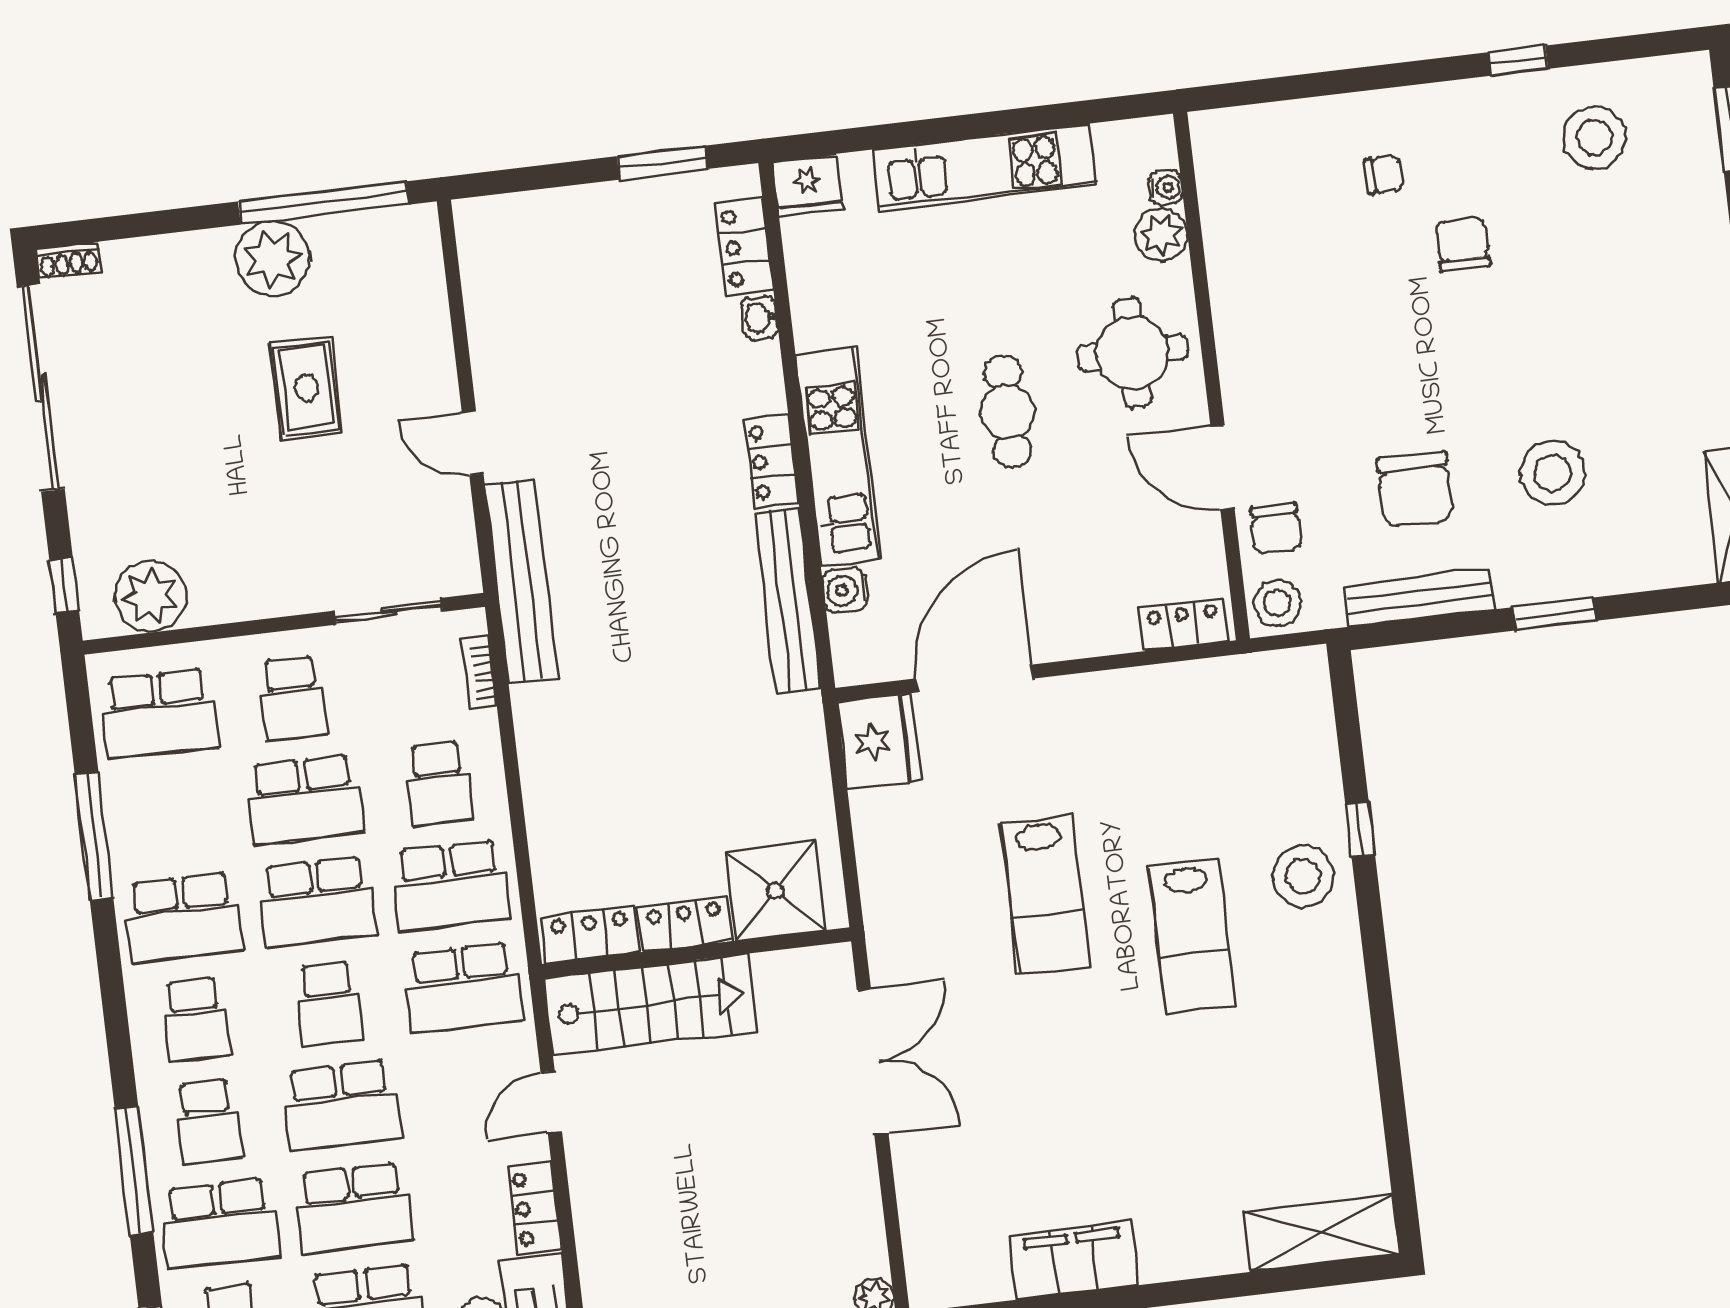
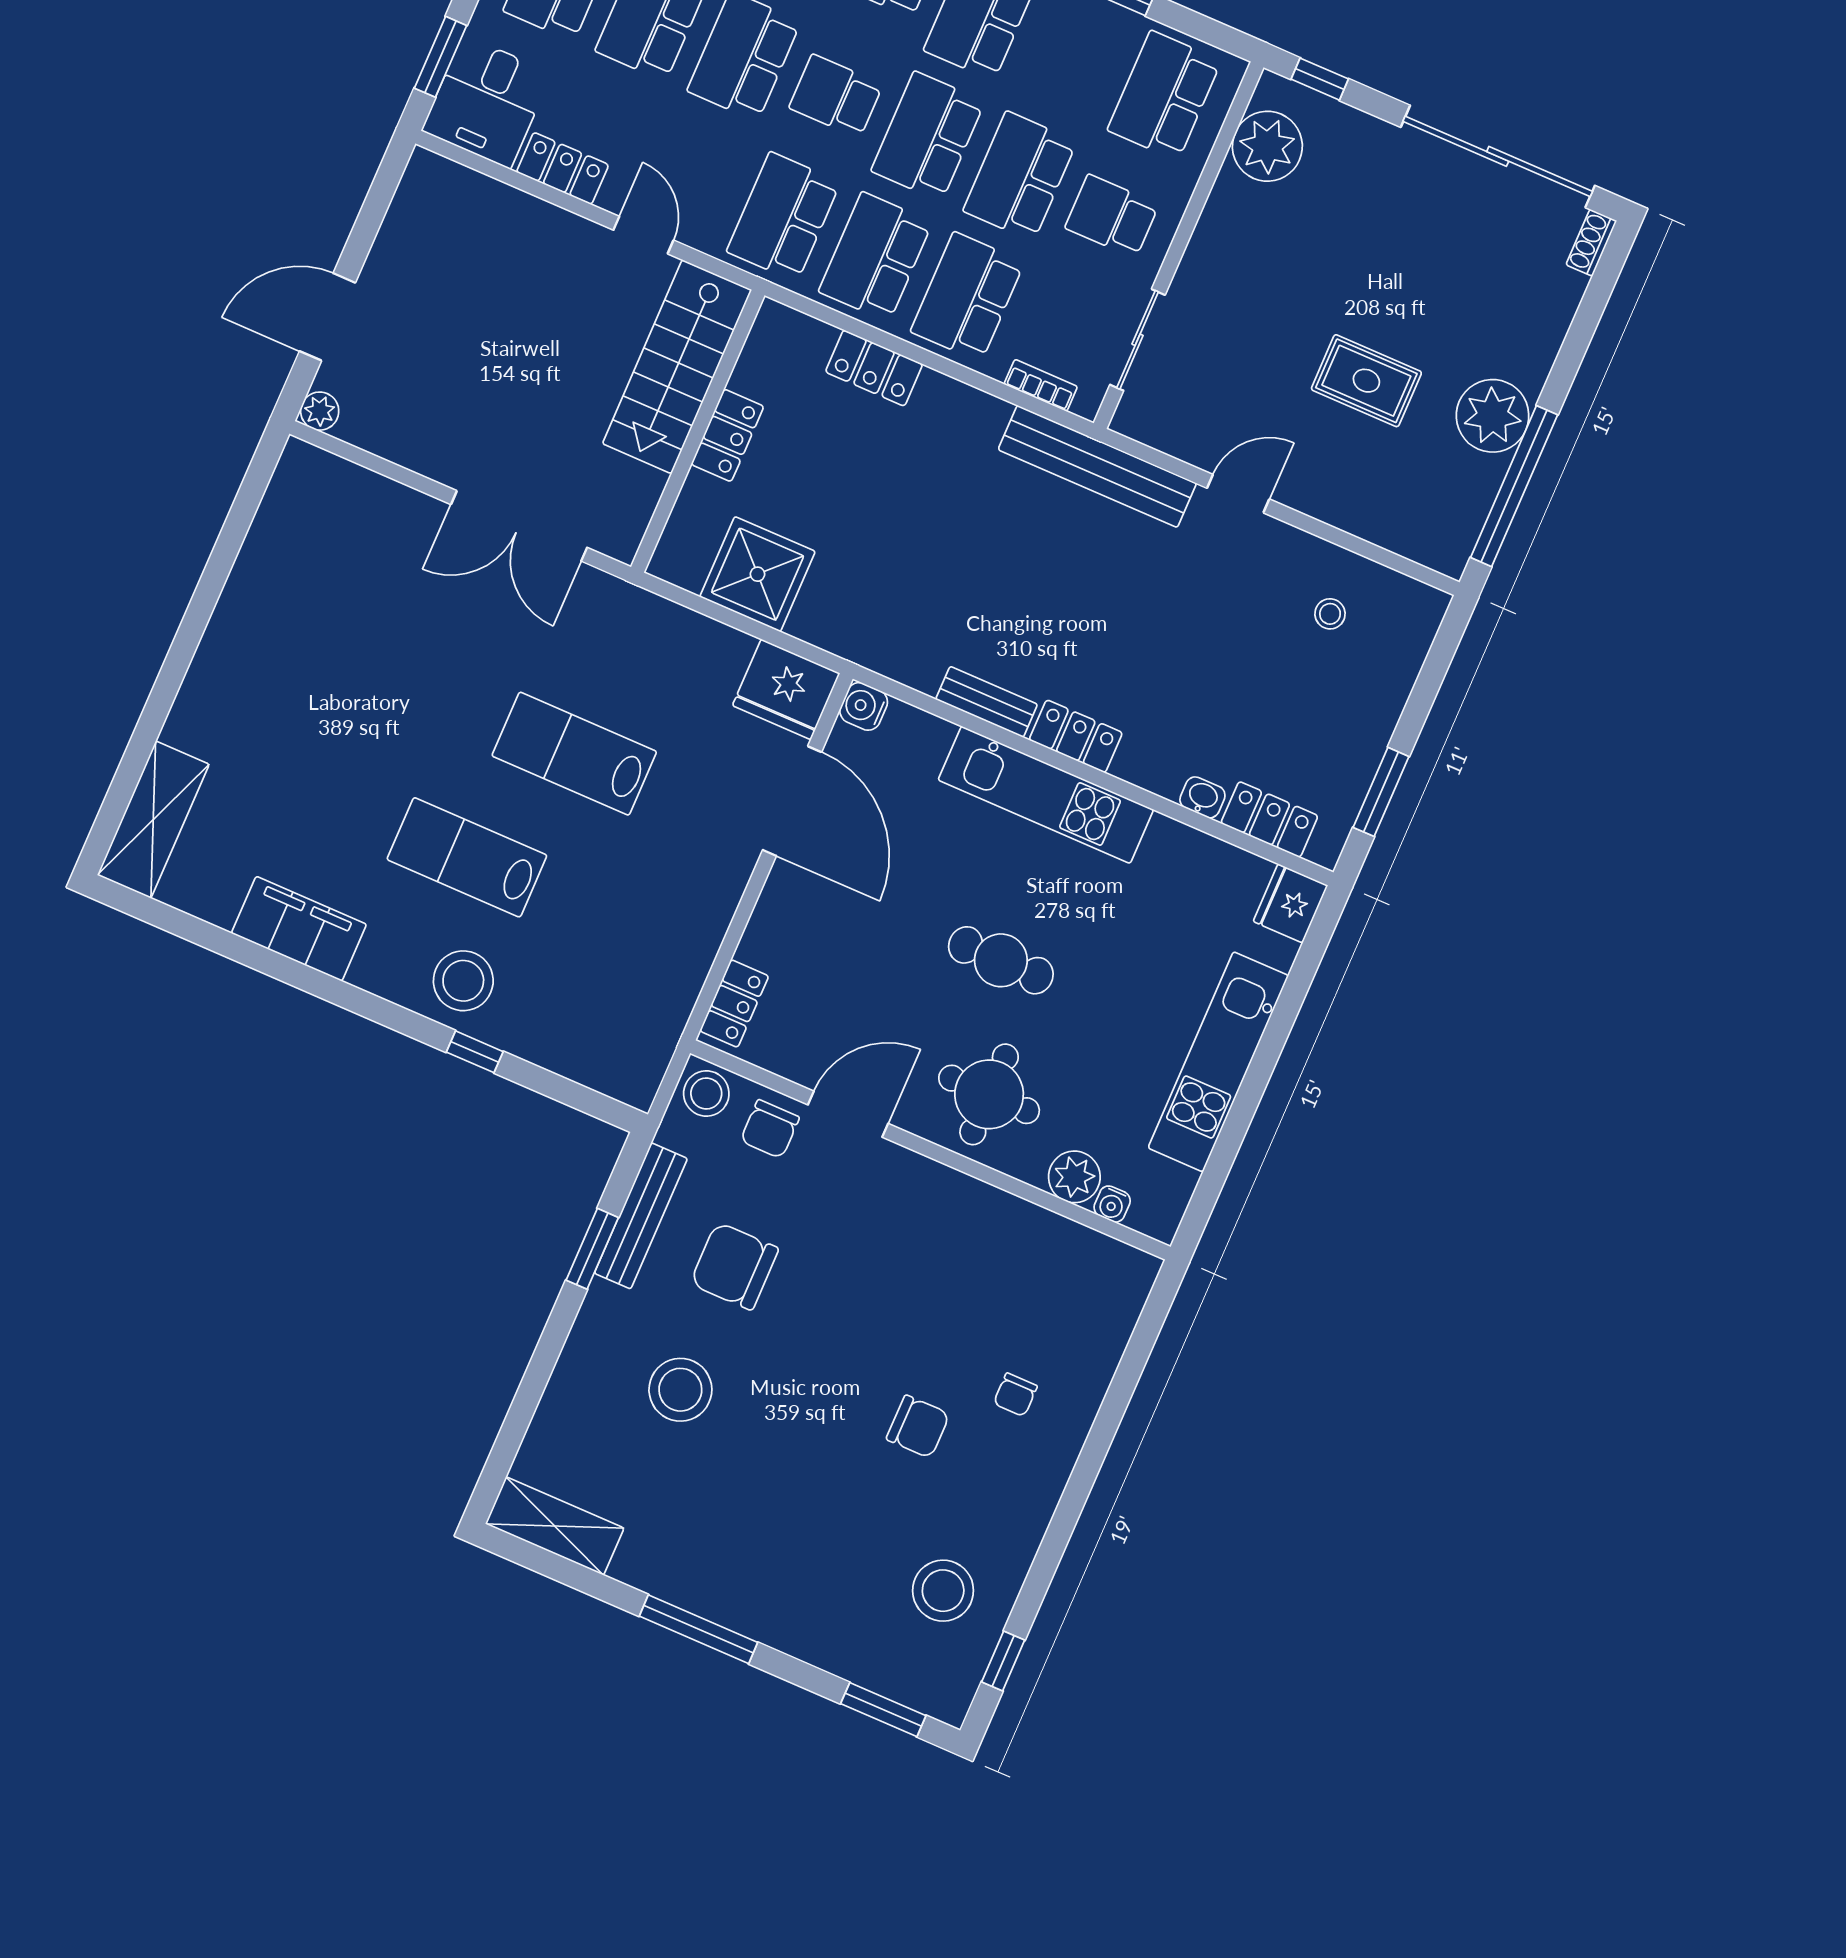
window: (1518, 61) -> (1003, 1661), moved
stool: (531, 300) -> (1330, 614), added
chair: (1276, 529) -> (770, 1129), turned -90
water cooler: (845, 590) -> (864, 706), moved, turned -90
bench: (788, 600) -> (987, 702), width x0.54, depth x0.82
window: (1554, 614) -> (592, 1249), moved
school desk: (439, 784) -> (967, 297), width x1.85
shower: (775, 891) -> (758, 574), moved
locker: (590, 934) -> (874, 368), moved, turned 90
filing cabinet: (1074, 1261) -> (299, 929), moved, turned -90

